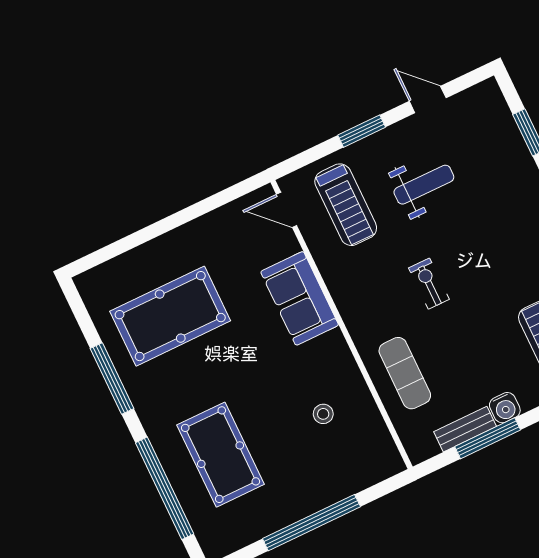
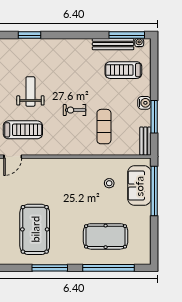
sofa: (300, 298) -> (139, 186), moved, turned 90
exercise mat: (405, 373) -> (104, 127), moved, turned 90
bench: (465, 429) -> (145, 141), moved
window: (311, 523) -> (154, 191), moved

